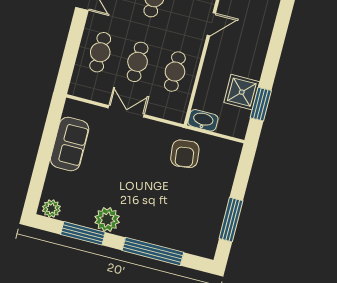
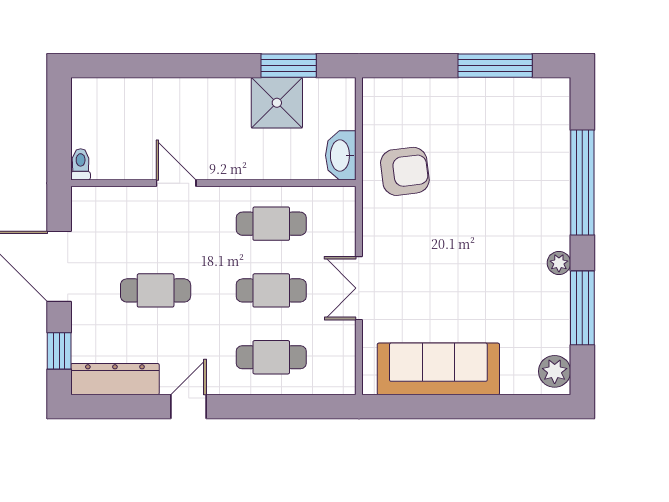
sofa: (70, 144) -> (438, 369), width x1.36
plant: (107, 220) -> (559, 263), width x0.53, depth x0.53

